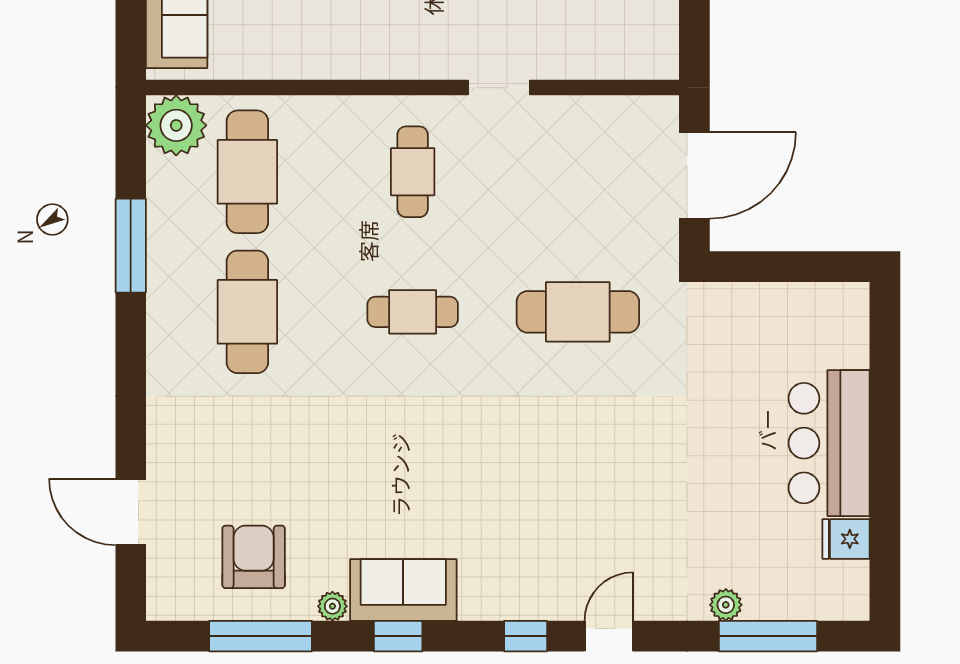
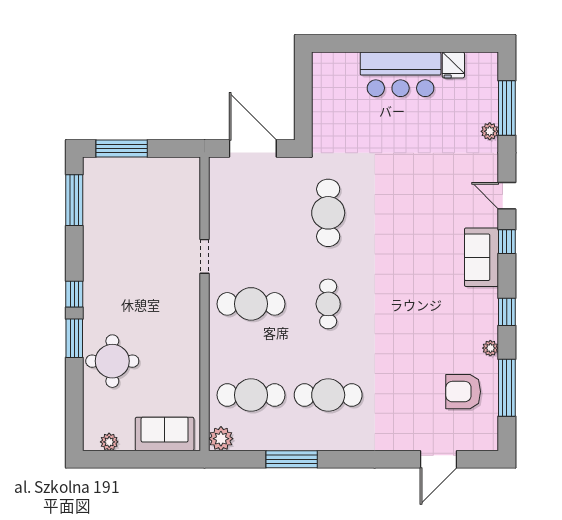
plant: (176, 125) -> (221, 439), width x0.73, depth x0.73
cafe table: (413, 172) -> (251, 304), width x1.37, depth x1.35
sofa: (403, 590) -> (482, 257), moved

